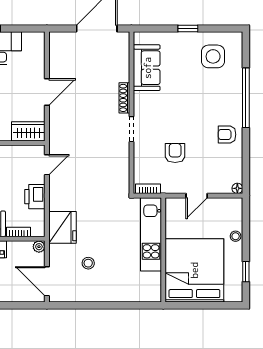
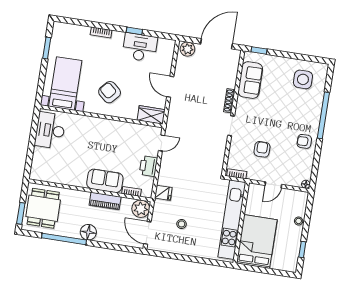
window: (188, 29) -> (259, 50), moved
plant: (61, 41) -> (187, 49), added
door: (47, 92) -> (170, 87), swing flipped
fridge: (62, 227) -> (163, 193), width x0.53, depth x0.75
kitchen unit: (151, 234) -> (232, 220), width x1.36
plant: (39, 247) -> (141, 209), width x1.88, depth x1.88
bed: (194, 270) -> (257, 241), width x0.73

